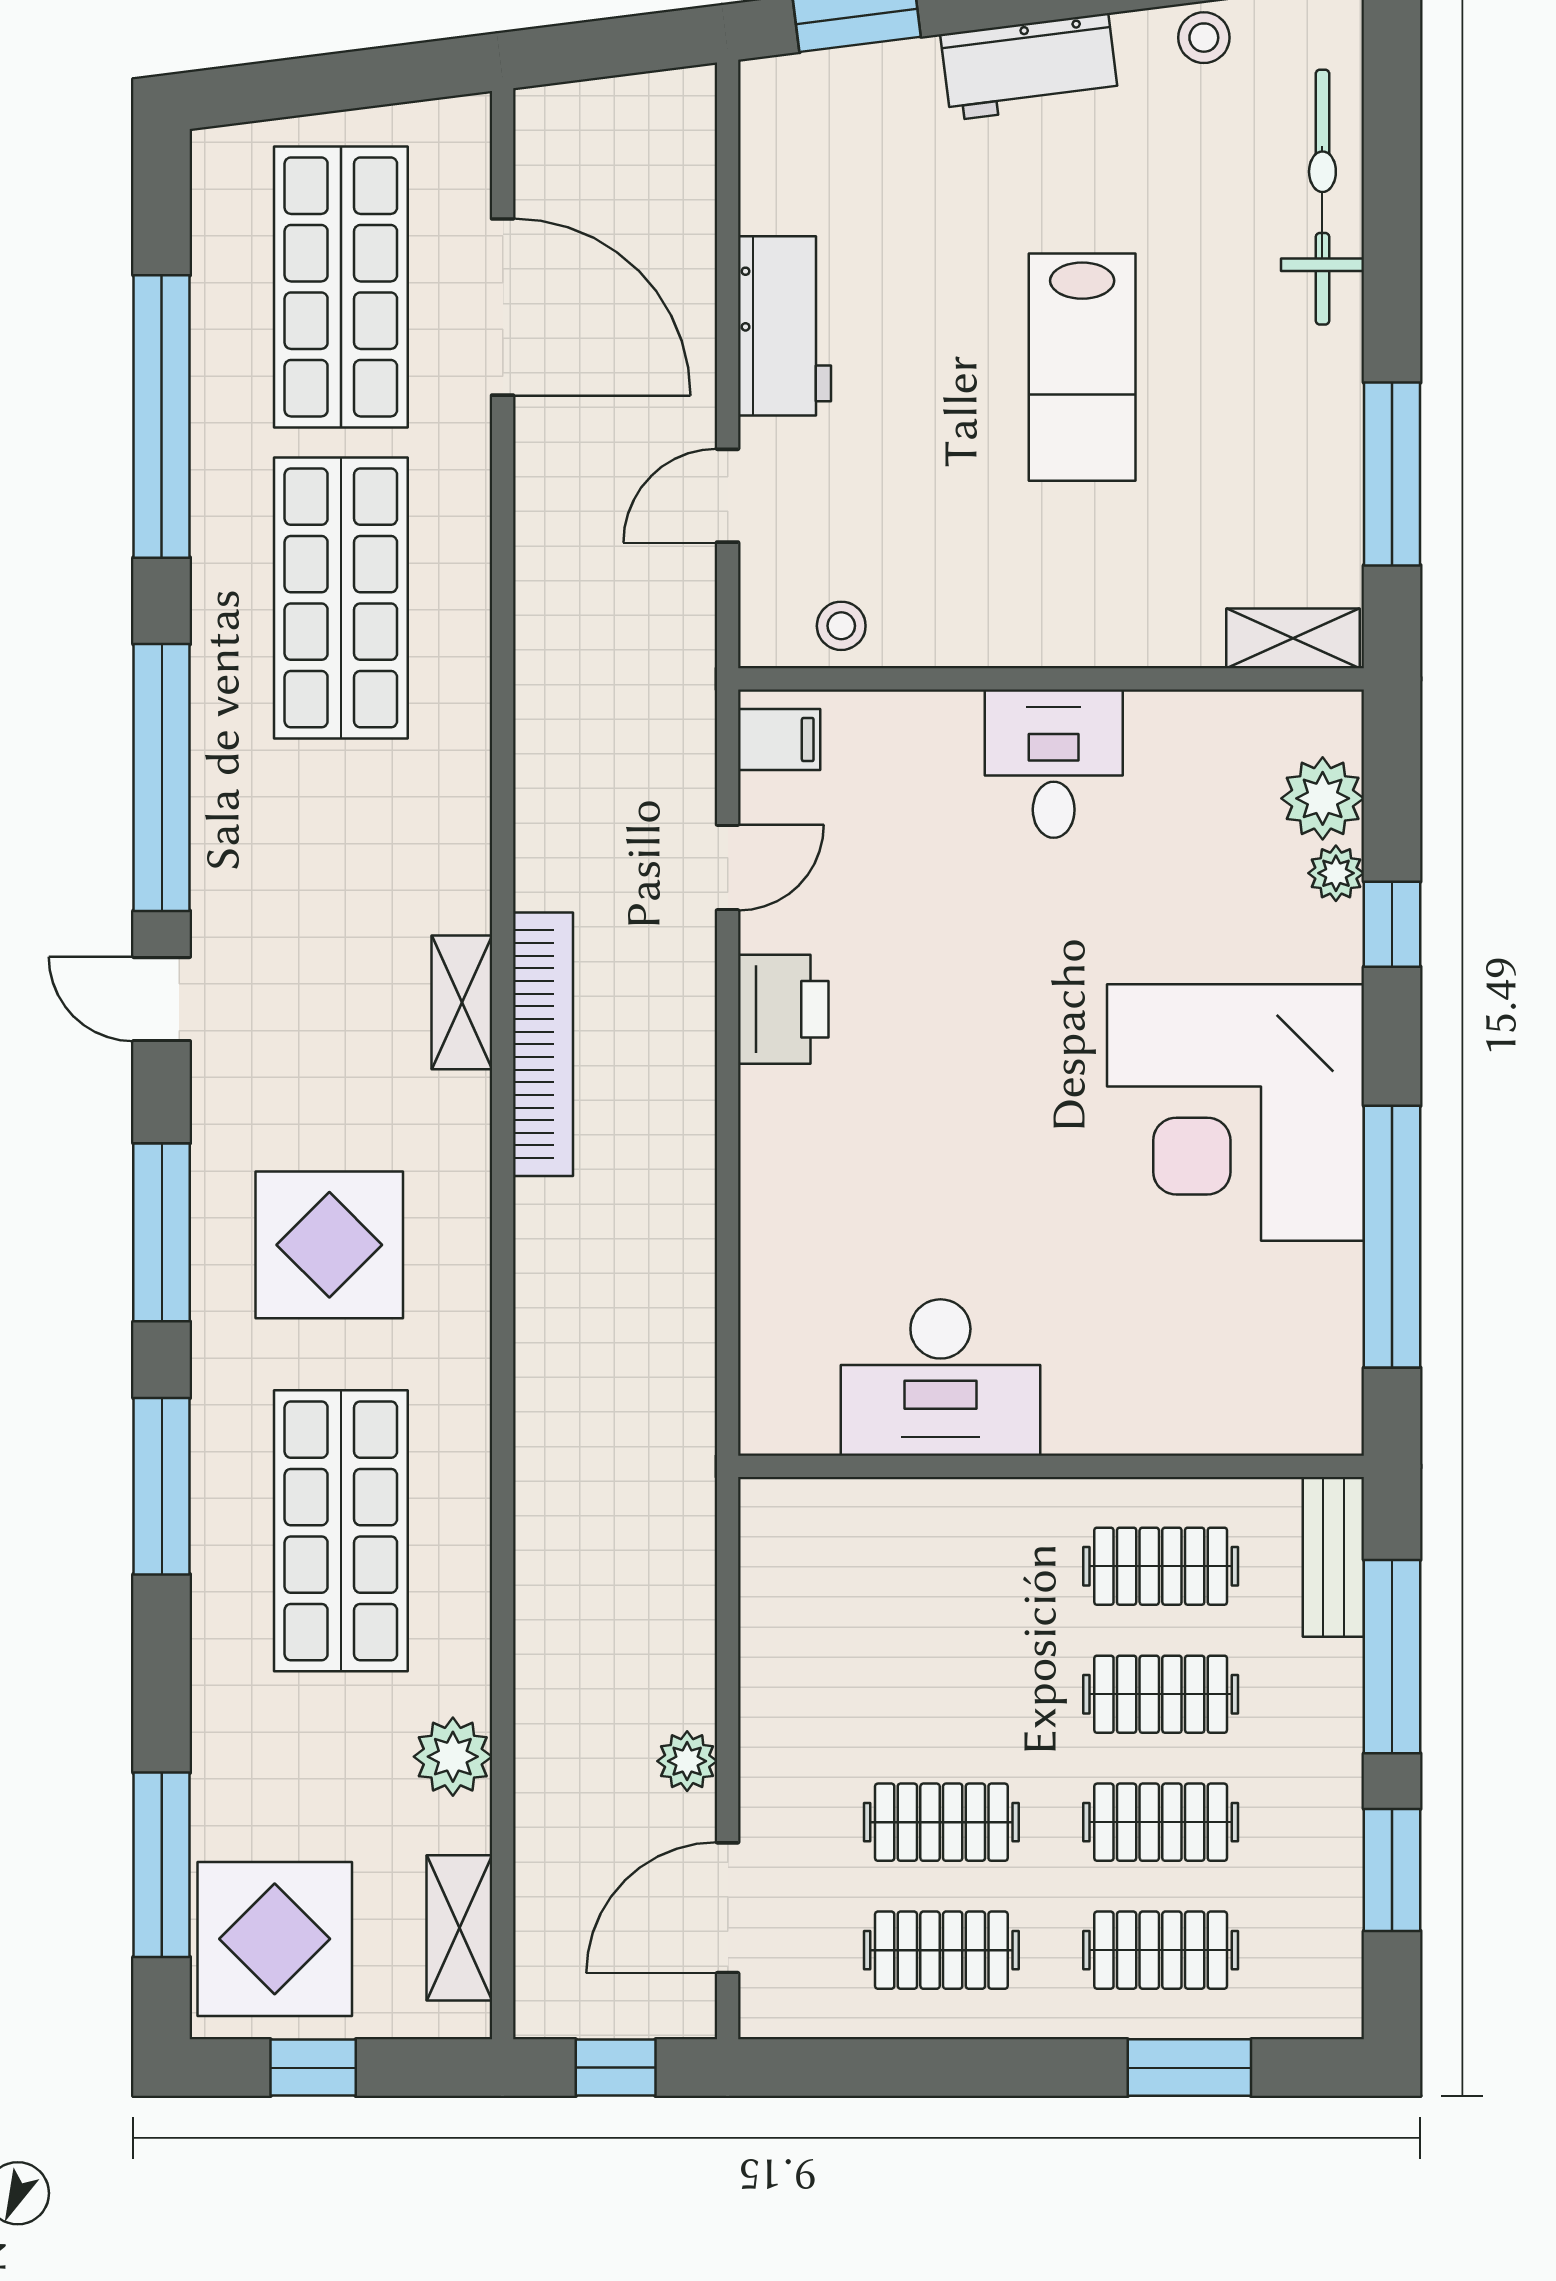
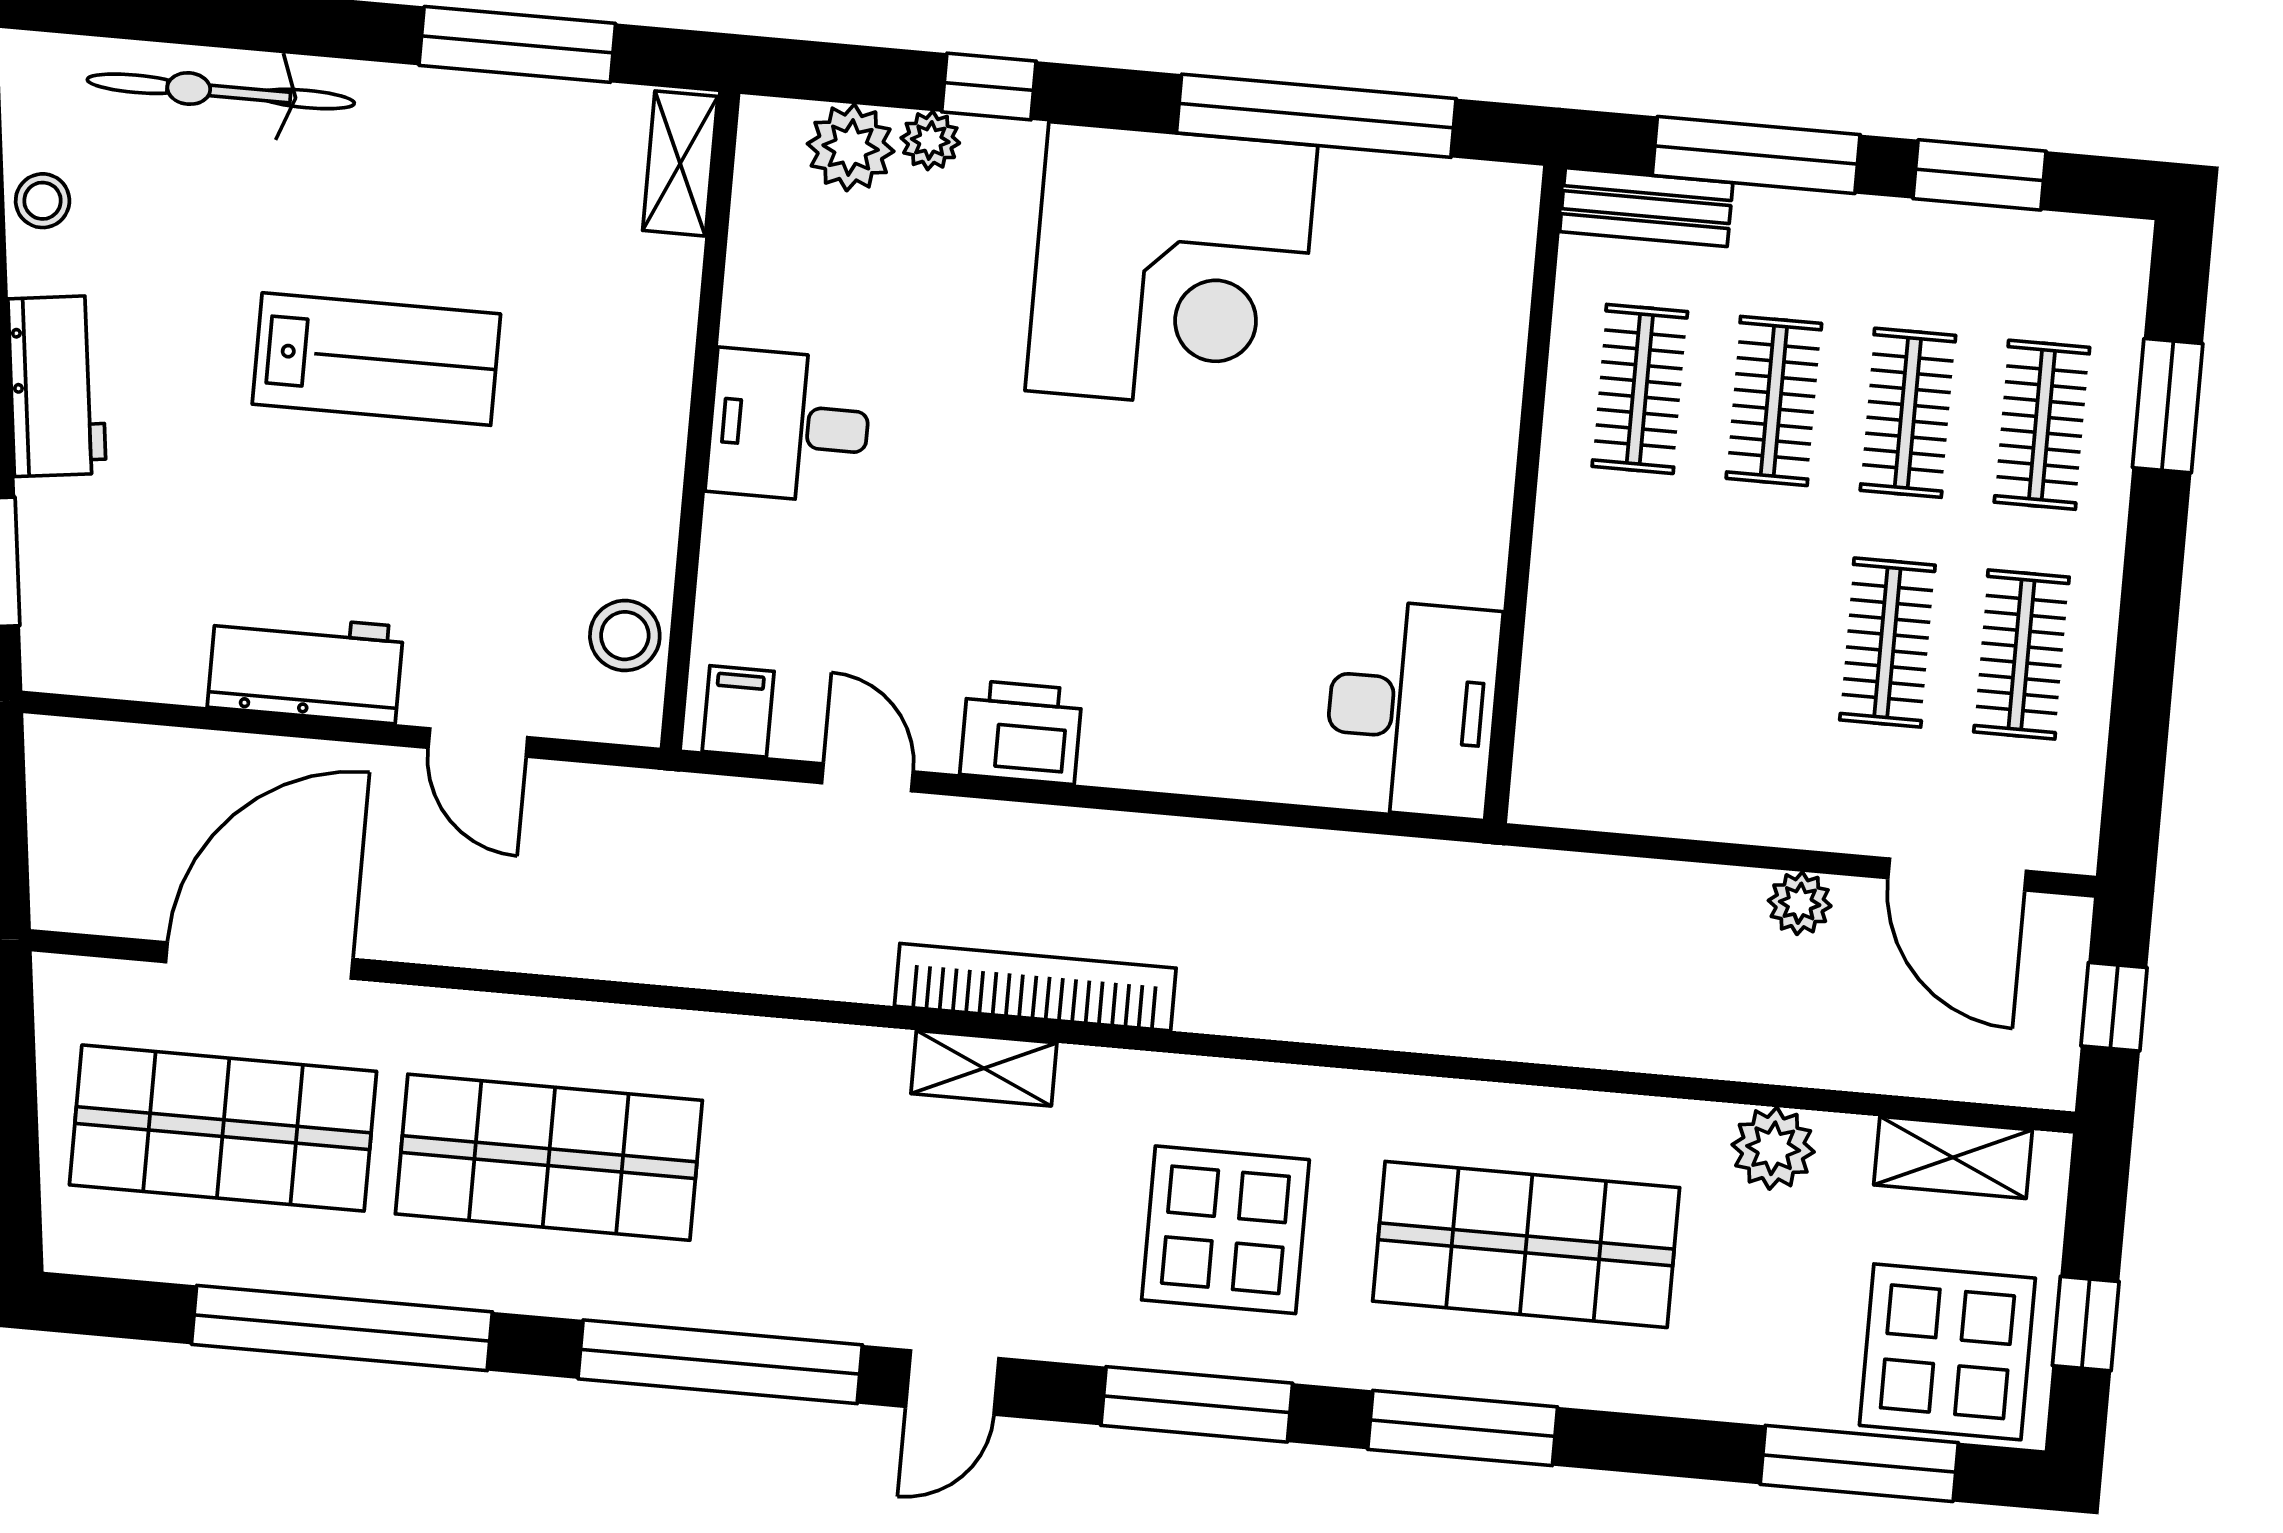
stool: (841, 626) -> (625, 636), width x1.37, depth x1.37
desk: (940, 1378) -> (1412, 709), moved

